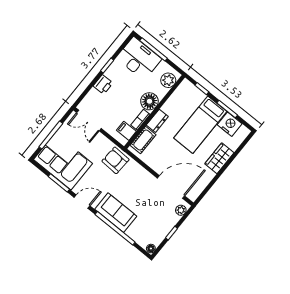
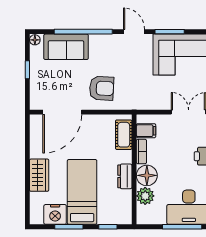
plant: (168, 80) -> (145, 196), moved
dresser: (157, 121) -> (125, 176), moved
armchair: (115, 160) -> (102, 88), moved
door: (82, 202) -> (134, 32), swing flipped
plant: (181, 210) -> (36, 98), removed
sofa: (116, 213) -> (66, 47), moved

